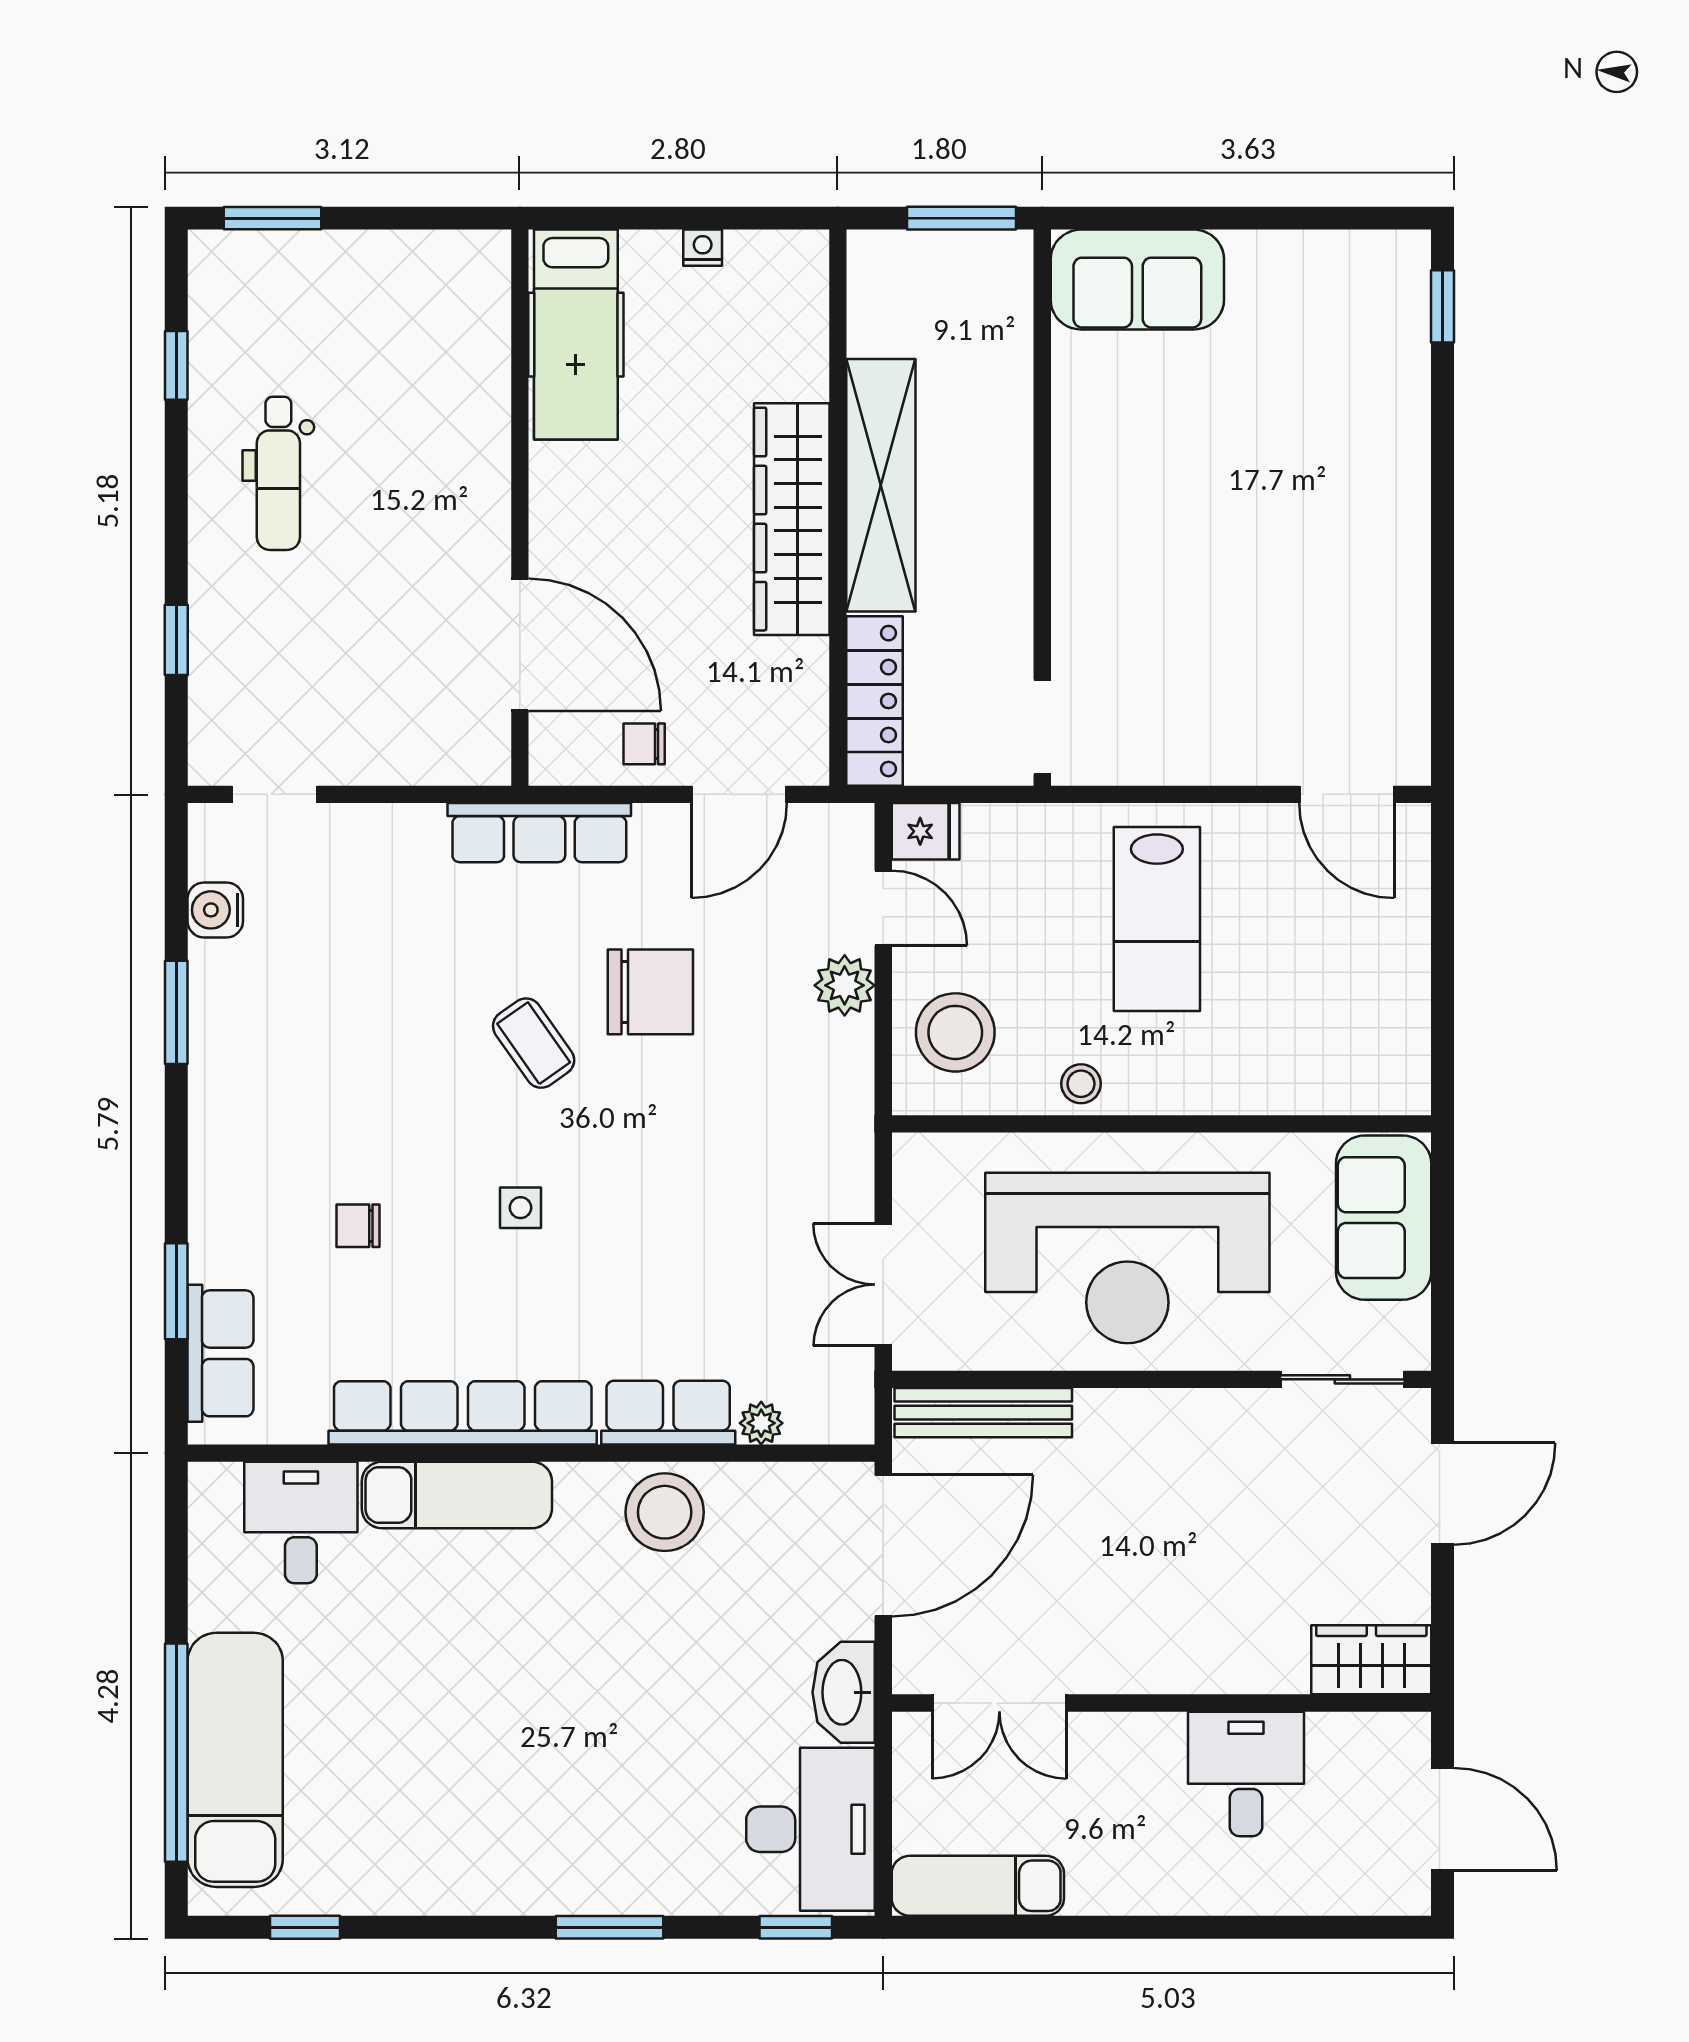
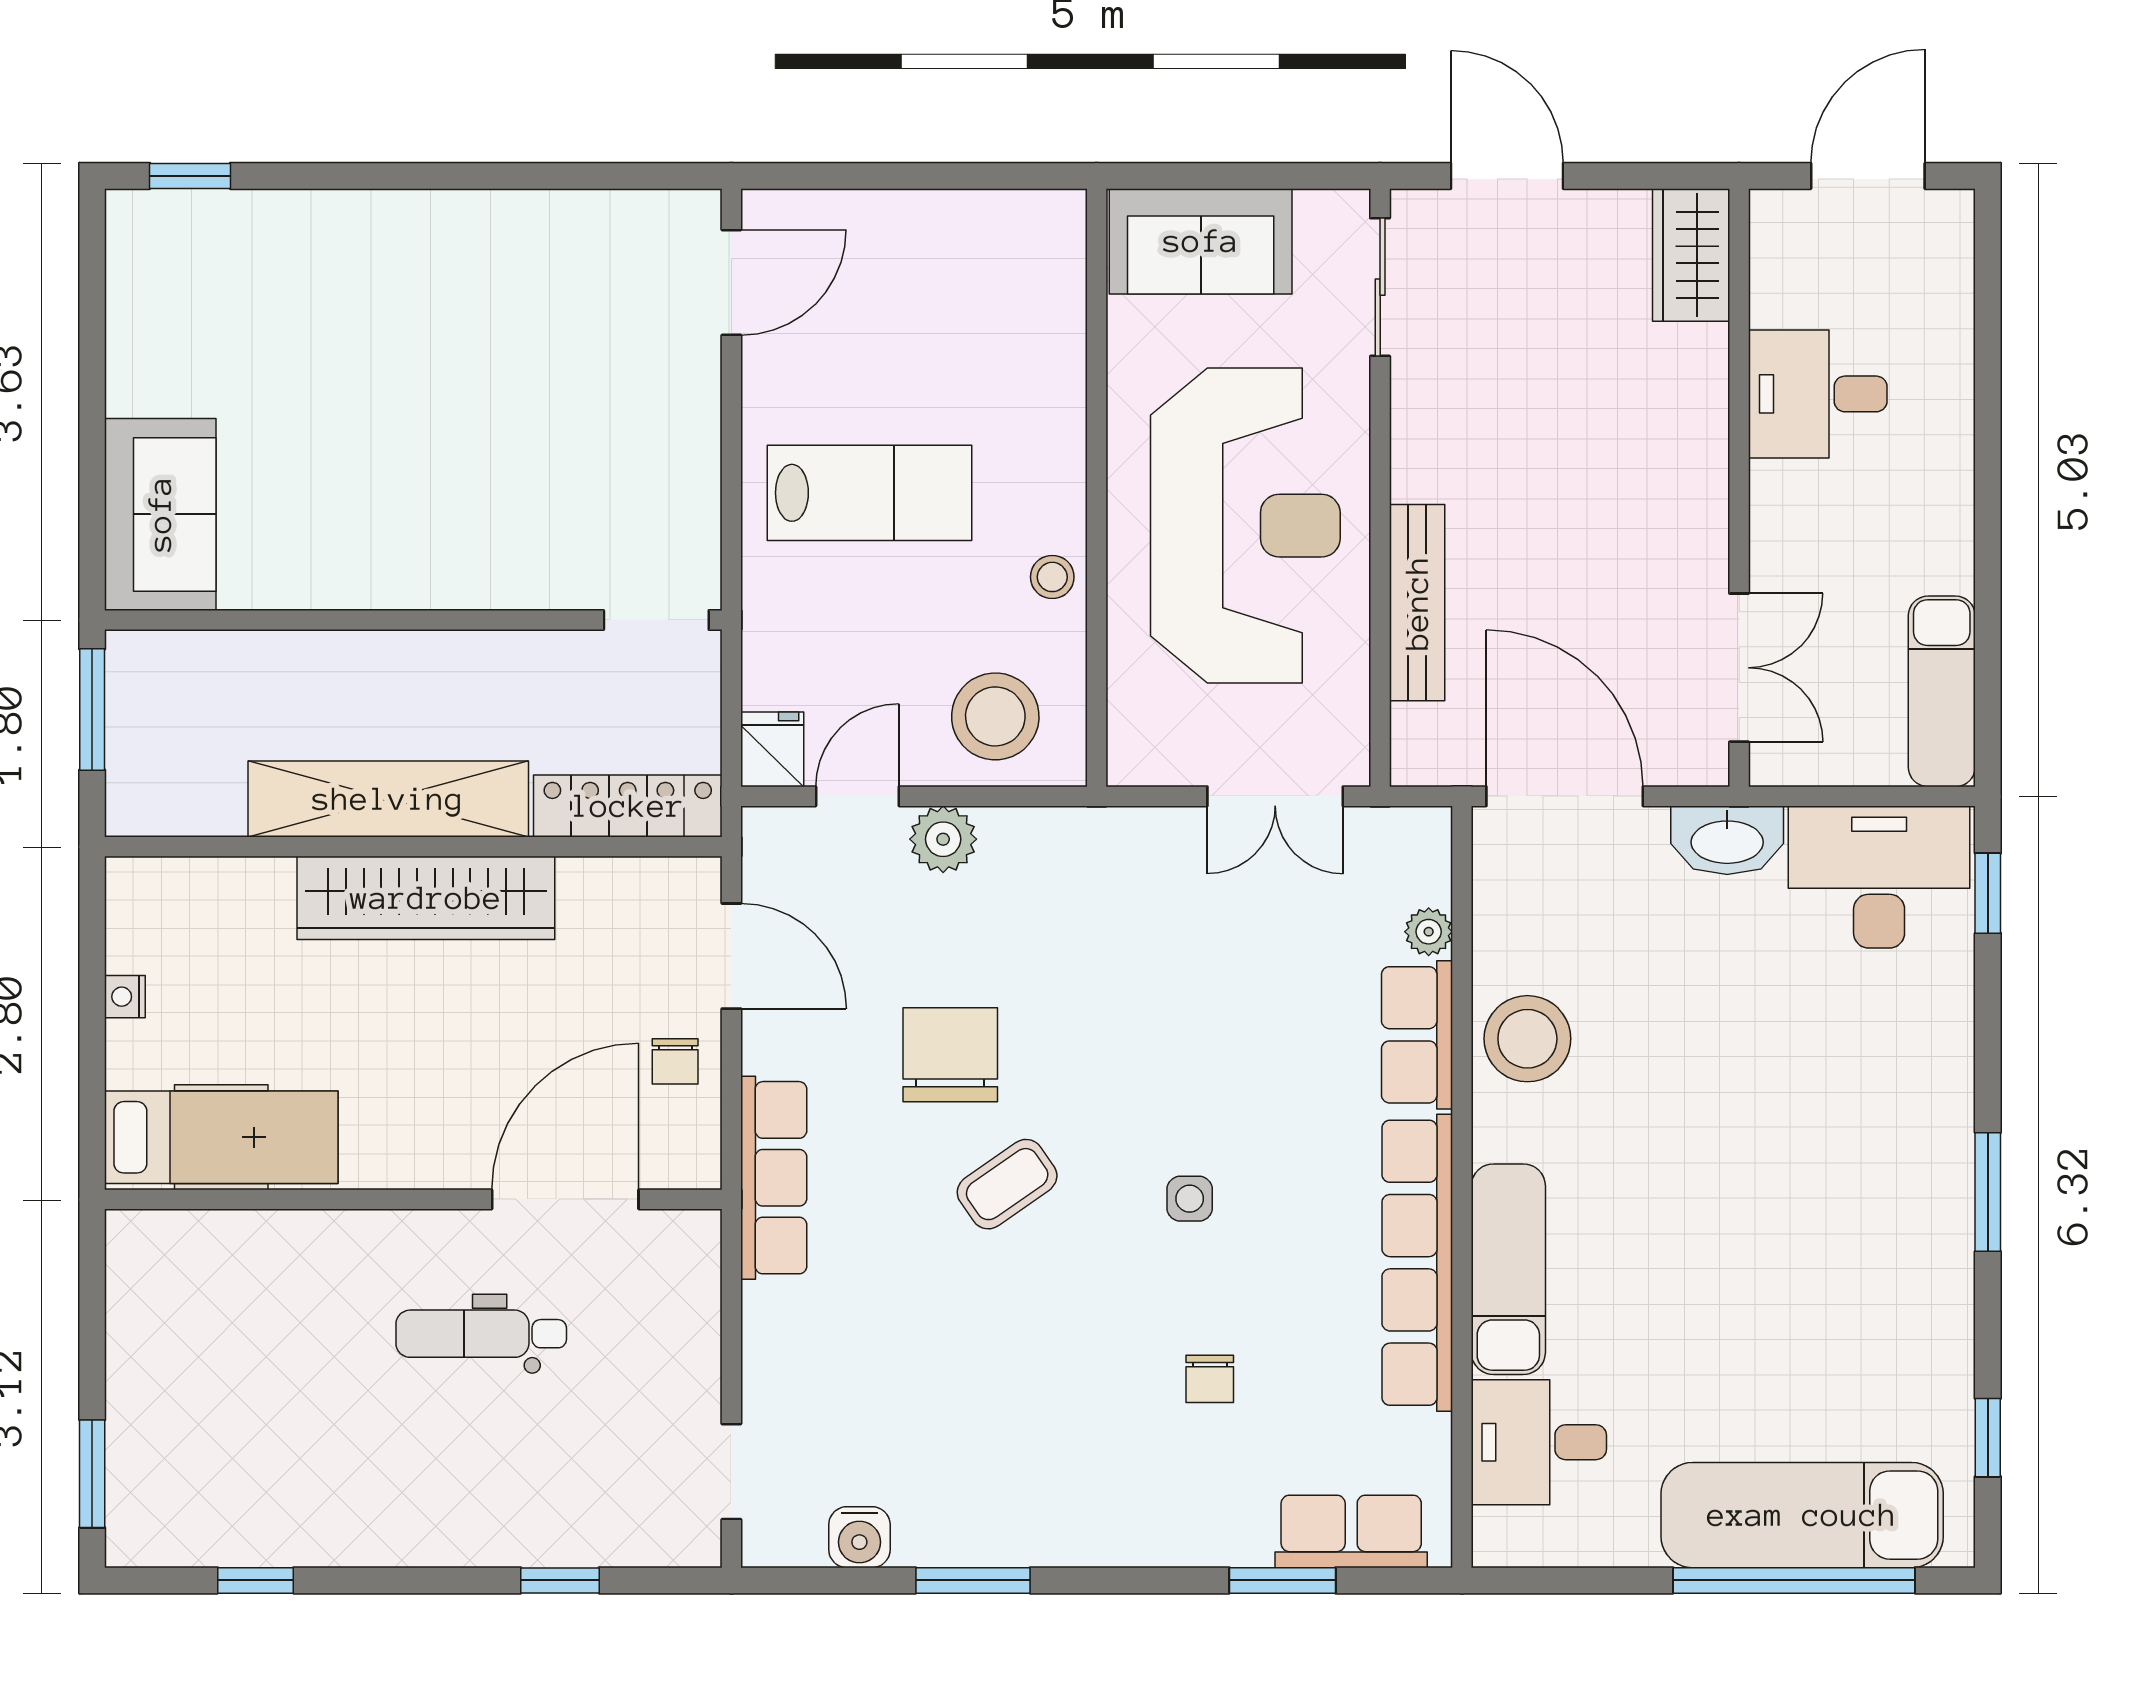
dental chair: (278, 473) -> (481, 1334), moved, turned 180
bench: (983, 1413) -> (1417, 603), moved
window: (609, 1927) -> (1988, 1192), moved

